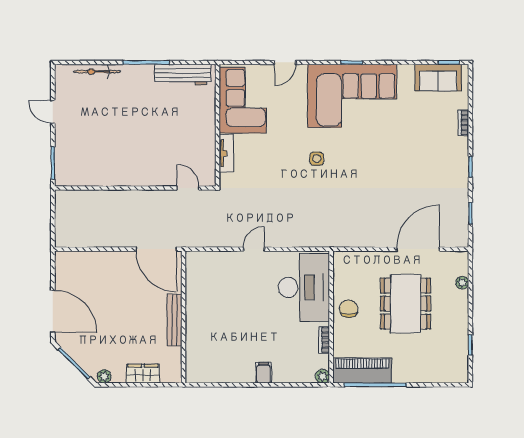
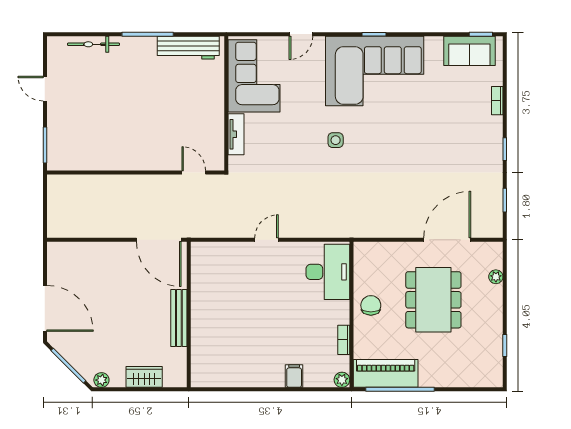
desk: (304, 287) -> (328, 272), width x0.73, depth x0.77
filing cabinet: (264, 373) -> (294, 376), moved

